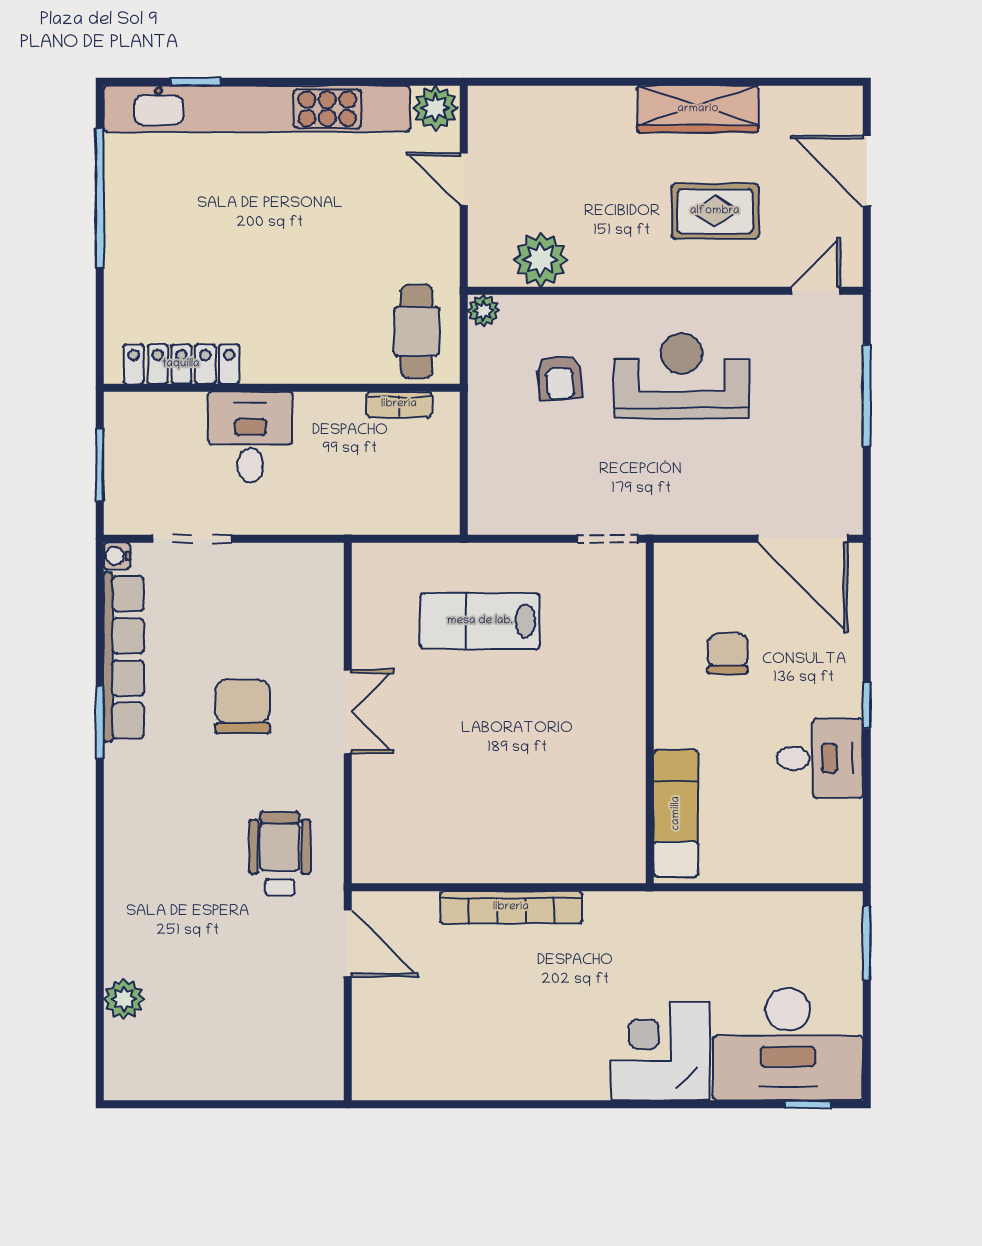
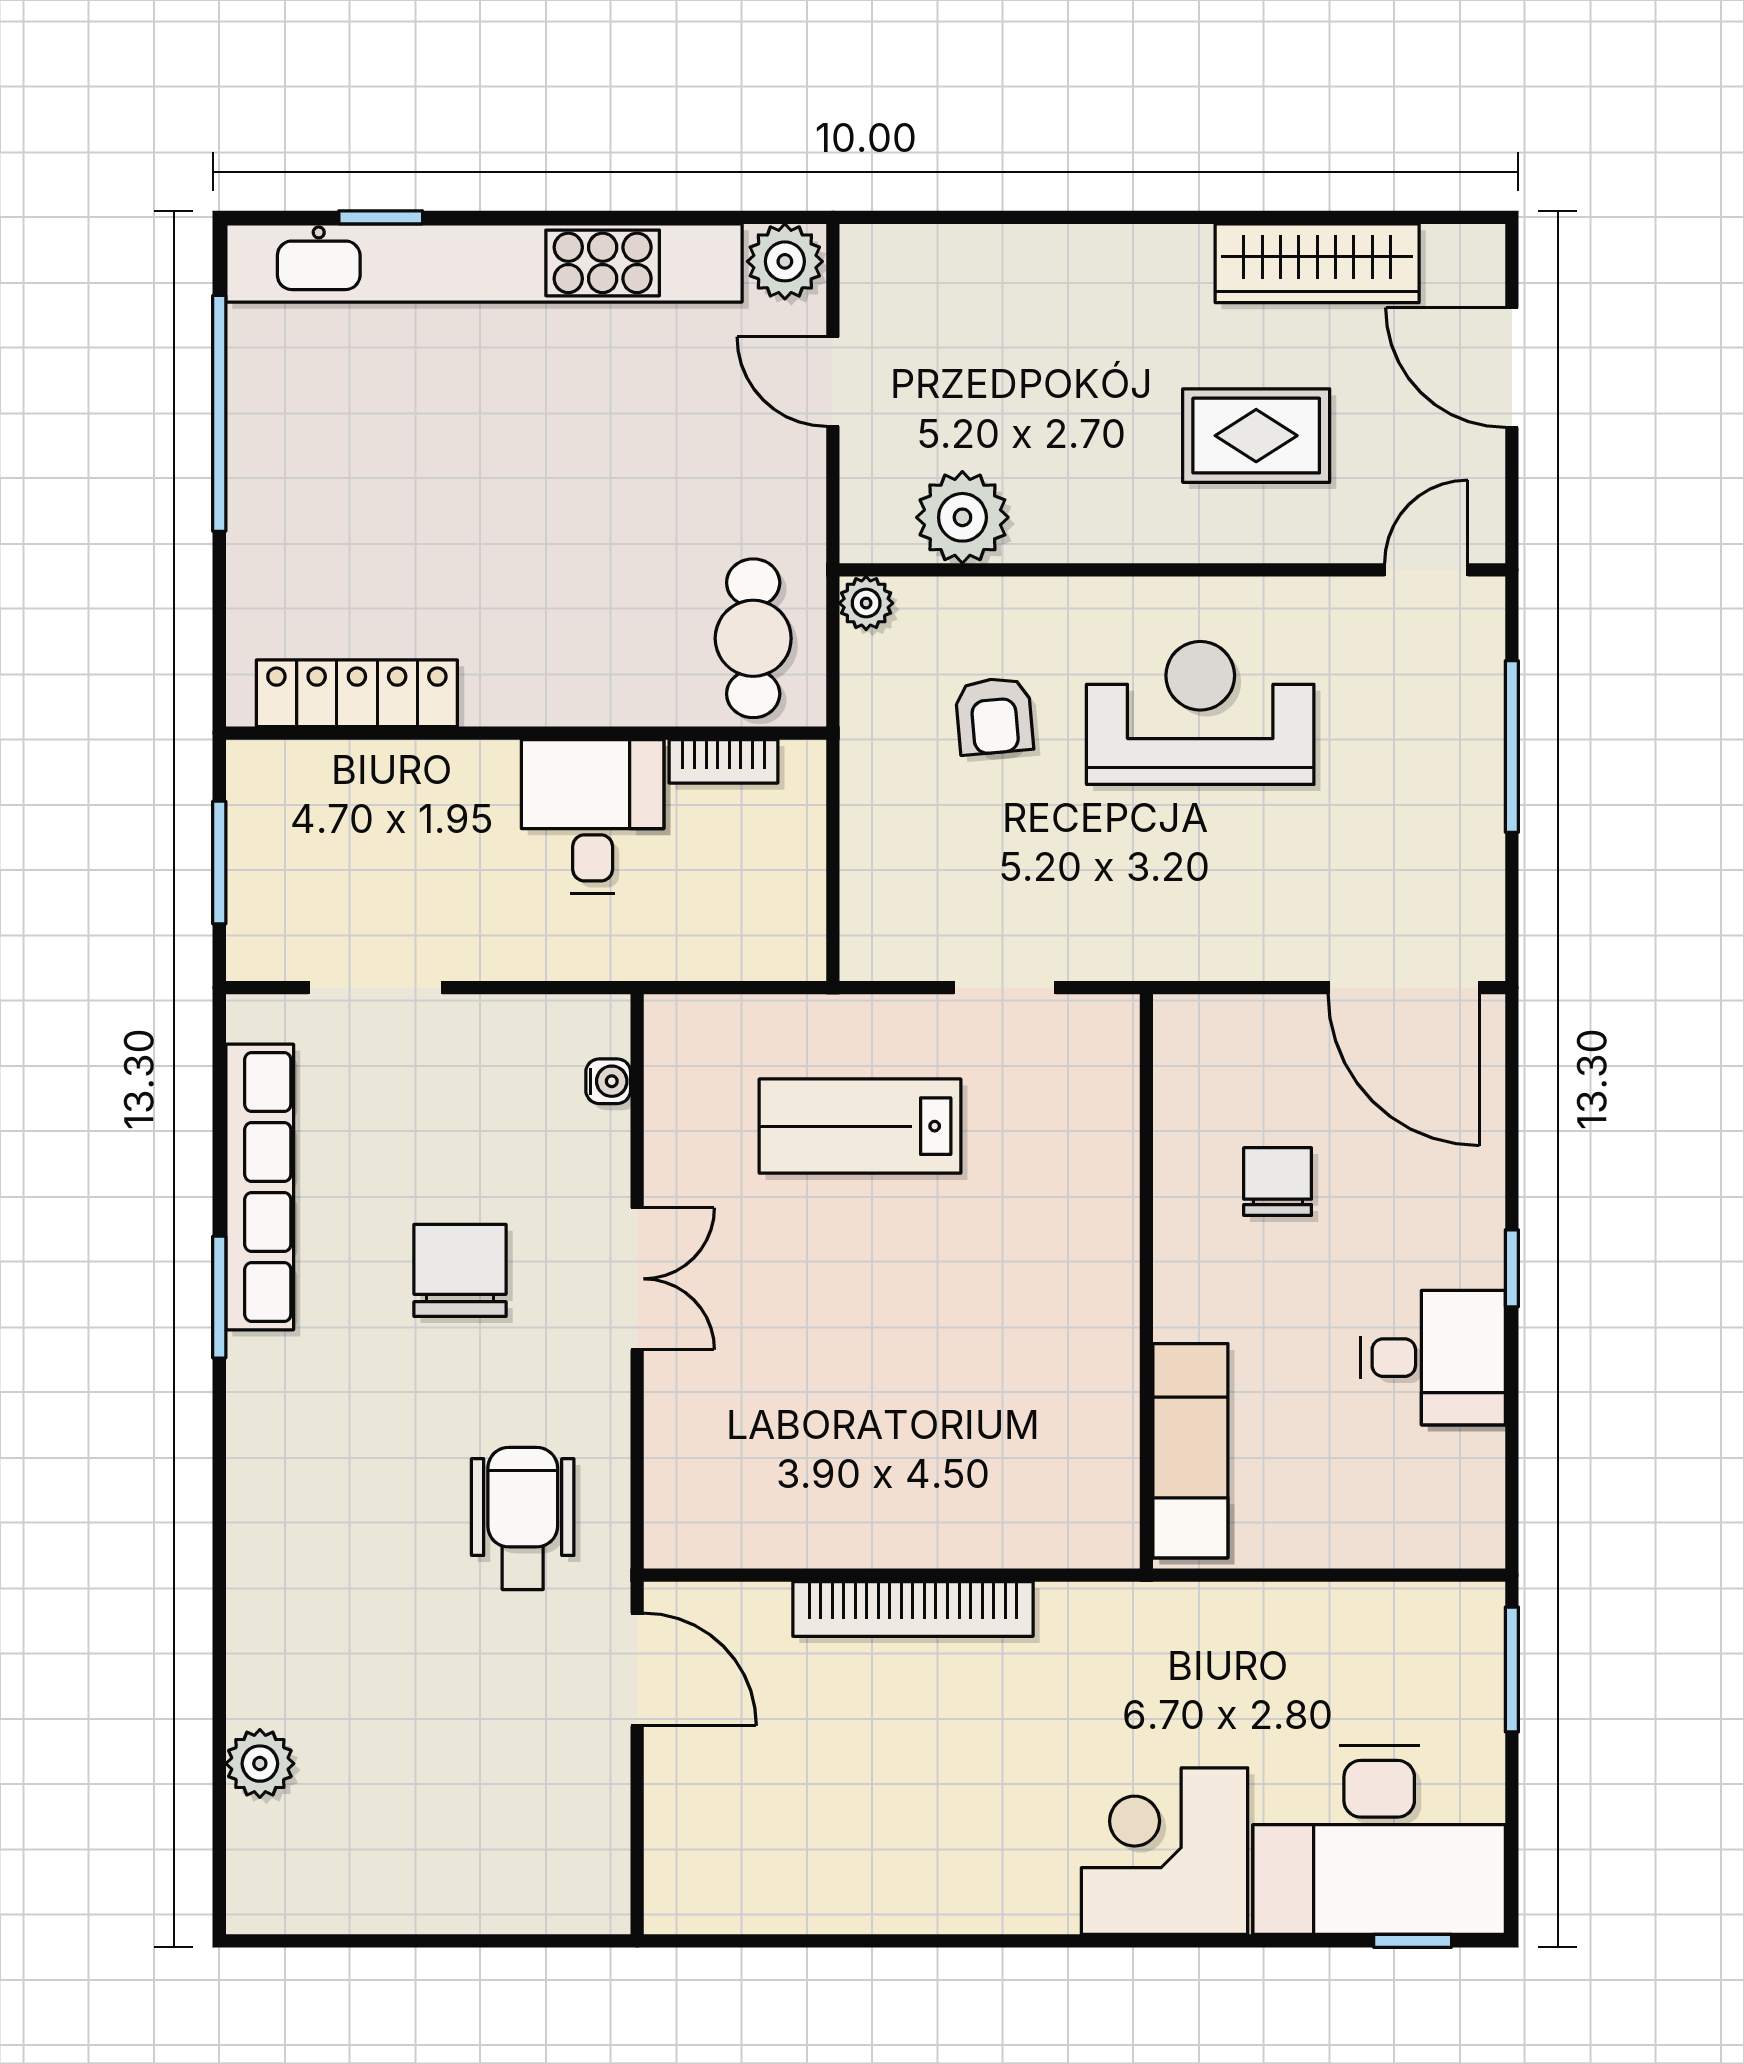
wardrobe: (698, 109) -> (1317, 263), moved
desk: (250, 437) -> (593, 816), moved
doorway: (608, 539) -> (1005, 988), moved
water cooler: (117, 556) -> (608, 1081), moved, turned 180

